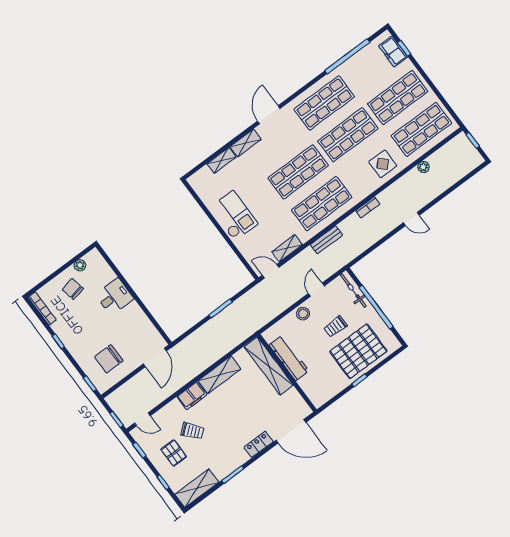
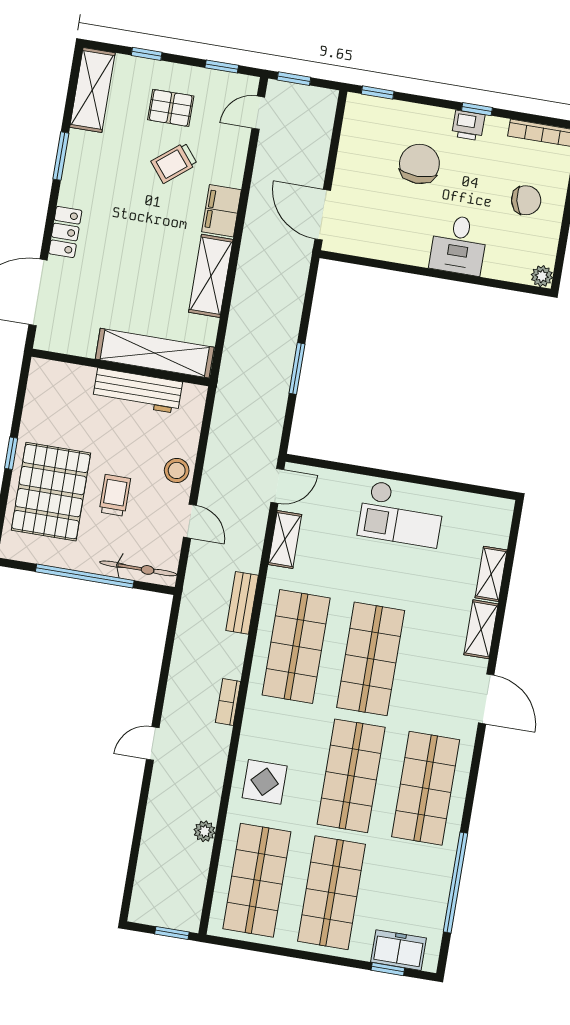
plant: (80, 265) -> (542, 276), moved
printer: (67, 338) -> (468, 125), added
chair: (109, 359) -> (419, 164), moved

